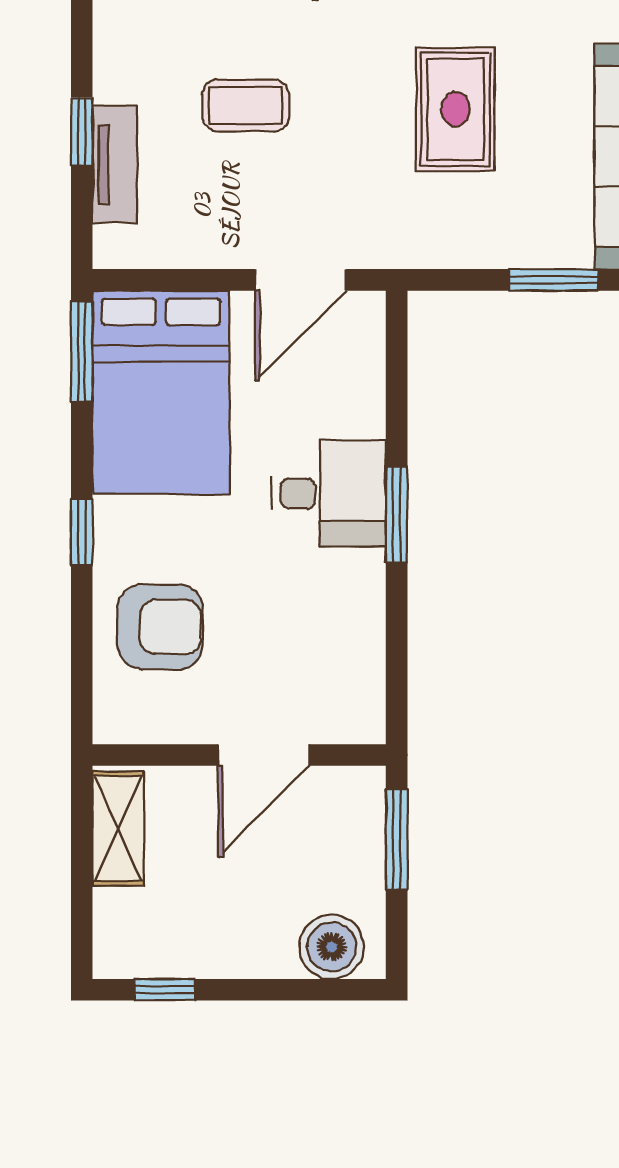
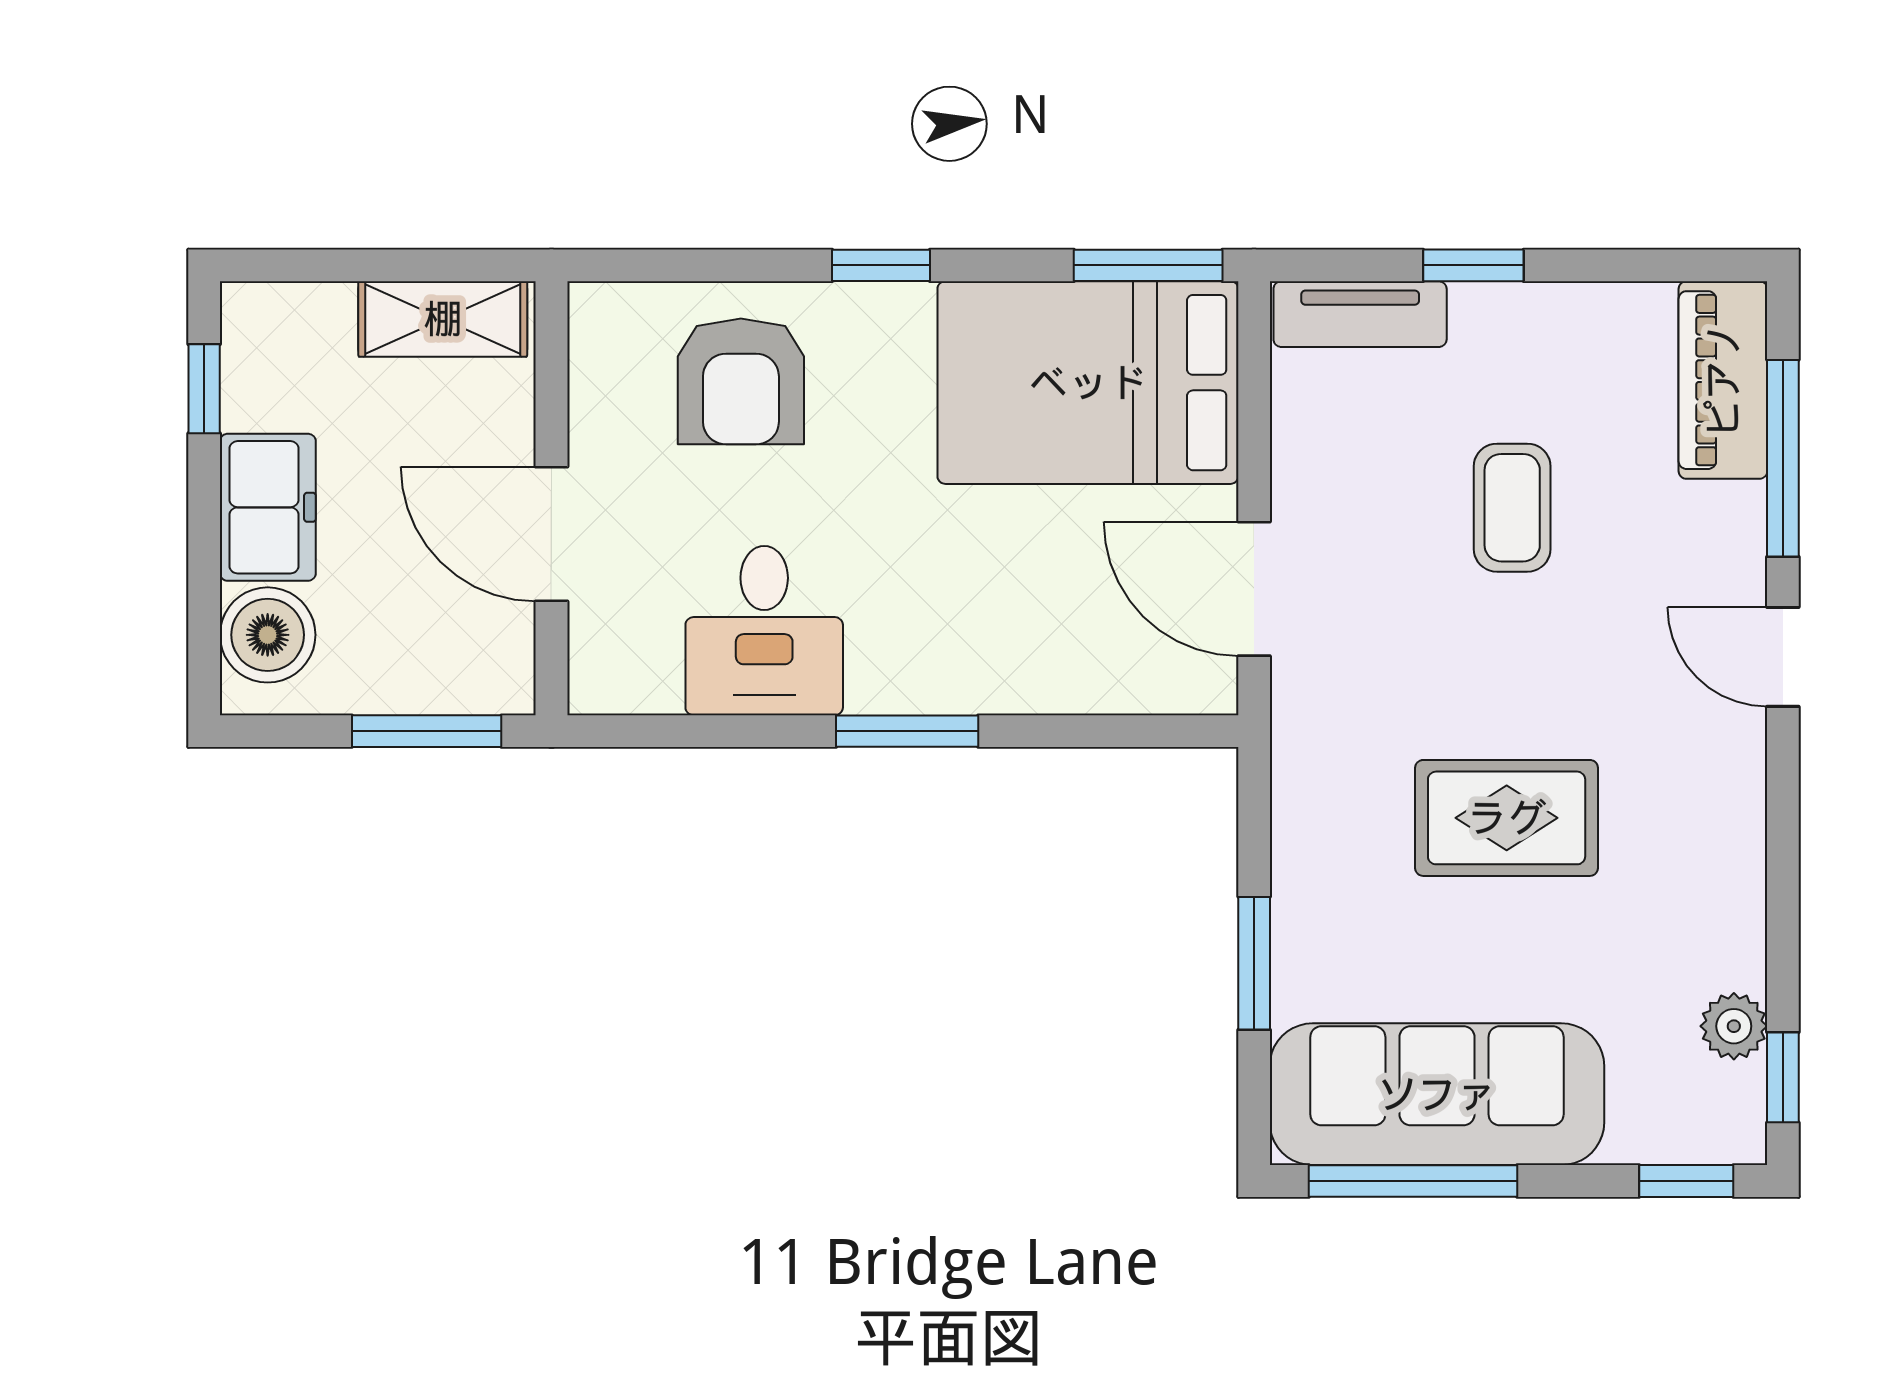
tv unit: (115, 164) -> (1360, 314), moved
desk: (329, 493) -> (764, 631), moved
freezer: (245, 947) -> (268, 507), added

